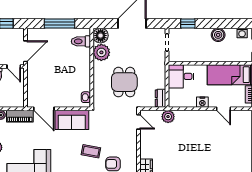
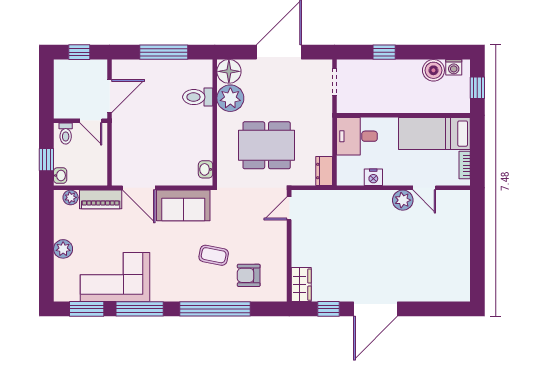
window: (188, 23) -> (384, 52), moved
boiler: (218, 35) -> (433, 70), moved
toilet: (81, 41) -> (198, 97), moved
dining table: (124, 82) -> (267, 145), width x1.38
nightstand: (202, 102) -> (373, 177), moved
plant: (168, 117) -> (403, 200), moved
door: (138, 122) -> (289, 208), swing flipped

